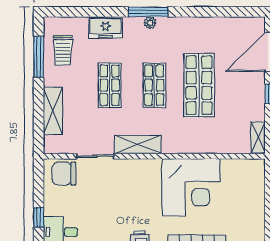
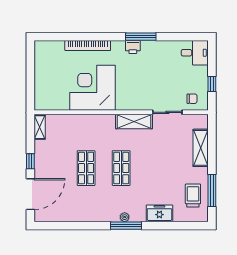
shop shelf: (110, 85) -> (156, 168), removed
shop shelf: (199, 85) -> (86, 168), width x0.70, depth x0.74
chair: (64, 174) -> (192, 99), width x0.54, depth x0.54
window: (39, 217) -> (212, 84), moved

